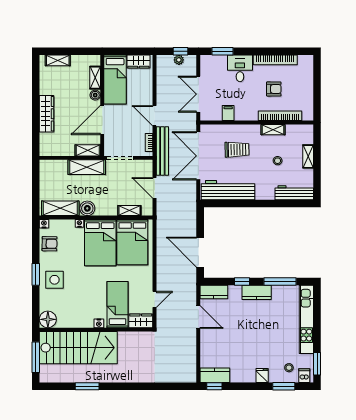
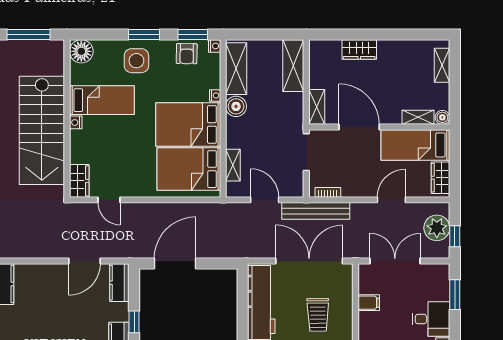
plant: (179, 60) -> (437, 228), width x1.88, depth x1.88
boiler: (95, 95) -> (442, 117), moved
wardrobe: (47, 114) -> (359, 50), width x0.67
door: (154, 116) -> (391, 200), moved
shelving: (87, 167) -> (293, 66), moved
door: (154, 188) -> (265, 200), hinge flipped
window: (36, 239) -> (193, 34), added
bed: (118, 305) -> (102, 100), moved
stairs: (78, 348) -> (42, 130), moved

